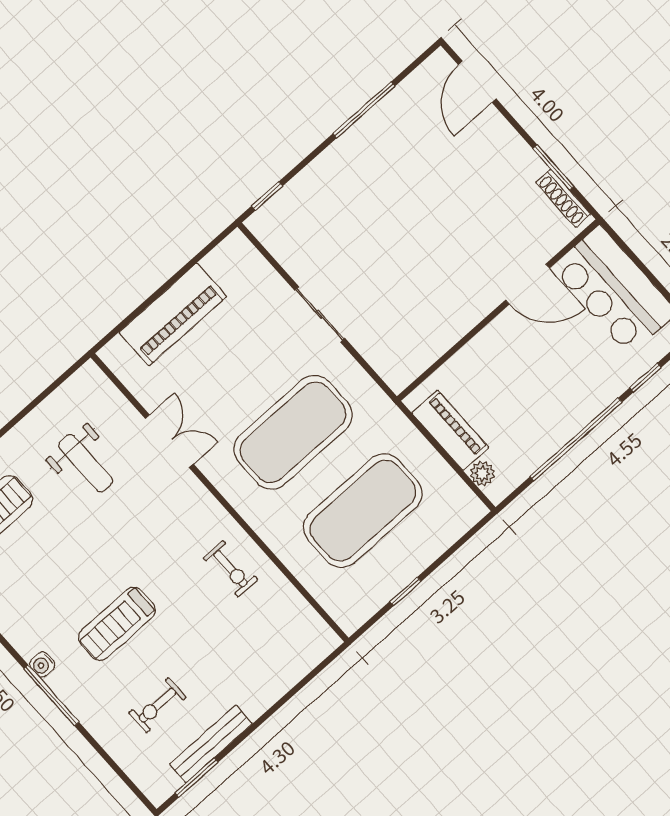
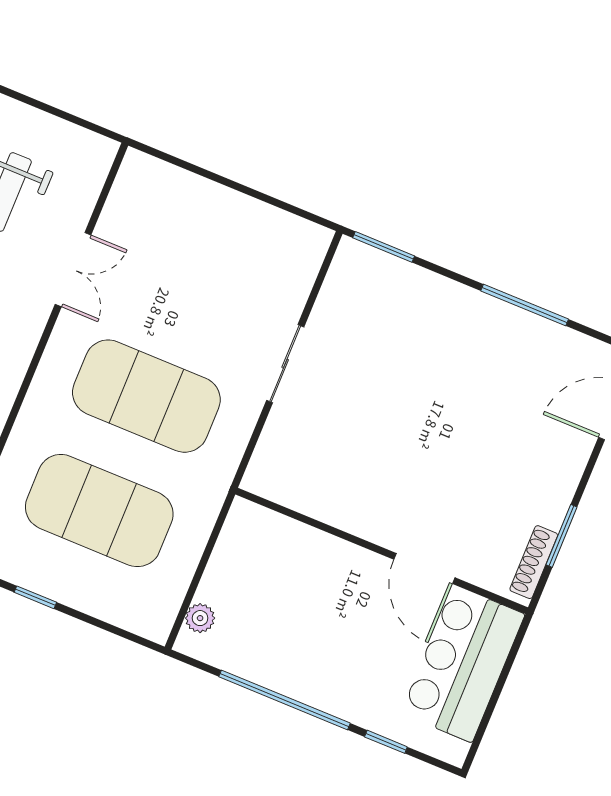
window: (267, 196) -> (384, 247), width x1.50
piano: (173, 314) -> (209, 208), removed
piano: (450, 430) -> (229, 562), removed

